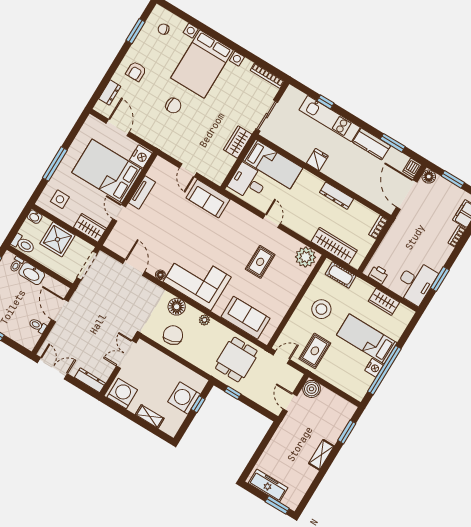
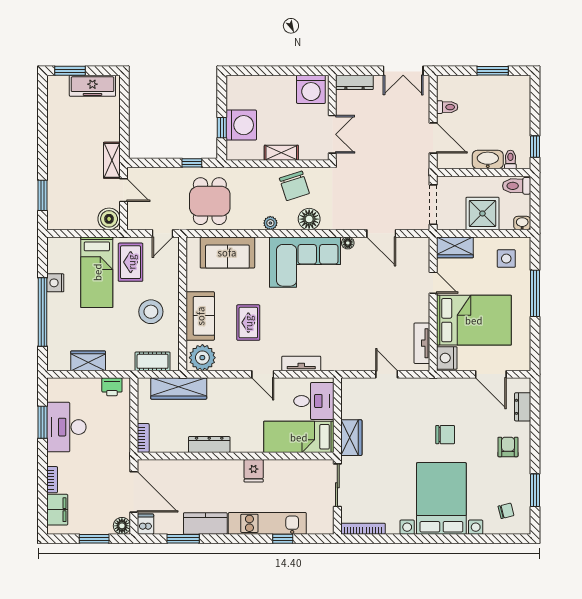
chair: (173, 106) -> (445, 435), turned 180
tv unit: (142, 192) -> (422, 343), moved
sofa: (208, 199) -> (200, 316), moved, turned 90
tv unit: (241, 213) -> (301, 363), added
desk: (416, 282) -> (66, 427), moved
bed: (367, 339) -> (97, 272), moved, turned 90
window: (384, 370) -> (43, 312), moved
shelving: (150, 416) -> (281, 153), moved
shelving: (321, 455) -> (112, 160), moved

